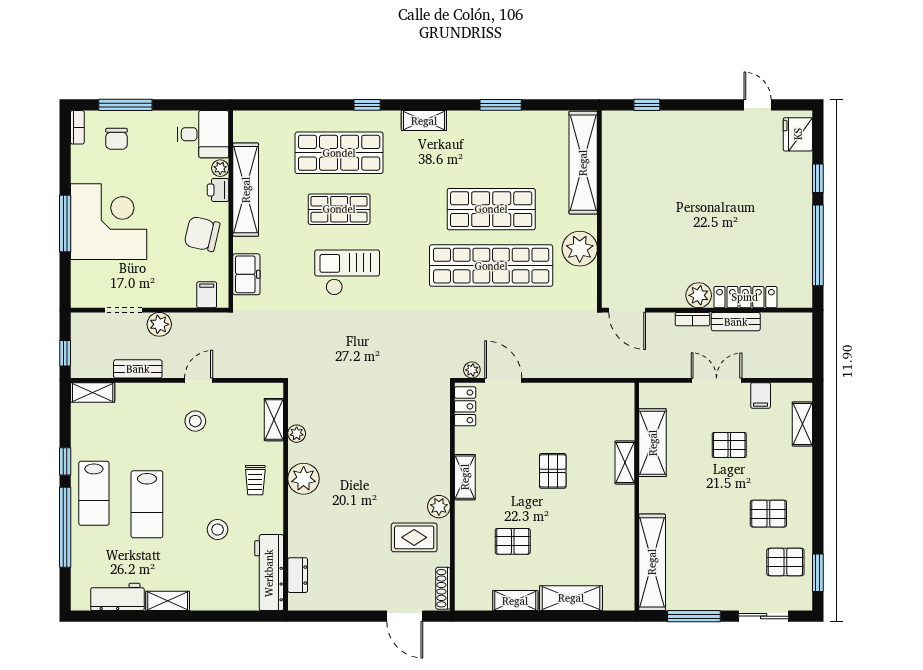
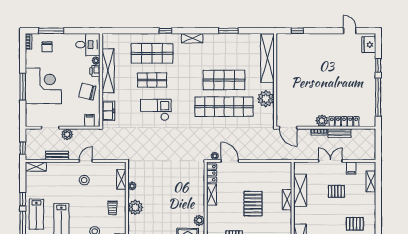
pallet: (553, 471) -> (253, 204), width x1.50, depth x1.42
shelving: (465, 477) -> (212, 195), moved

